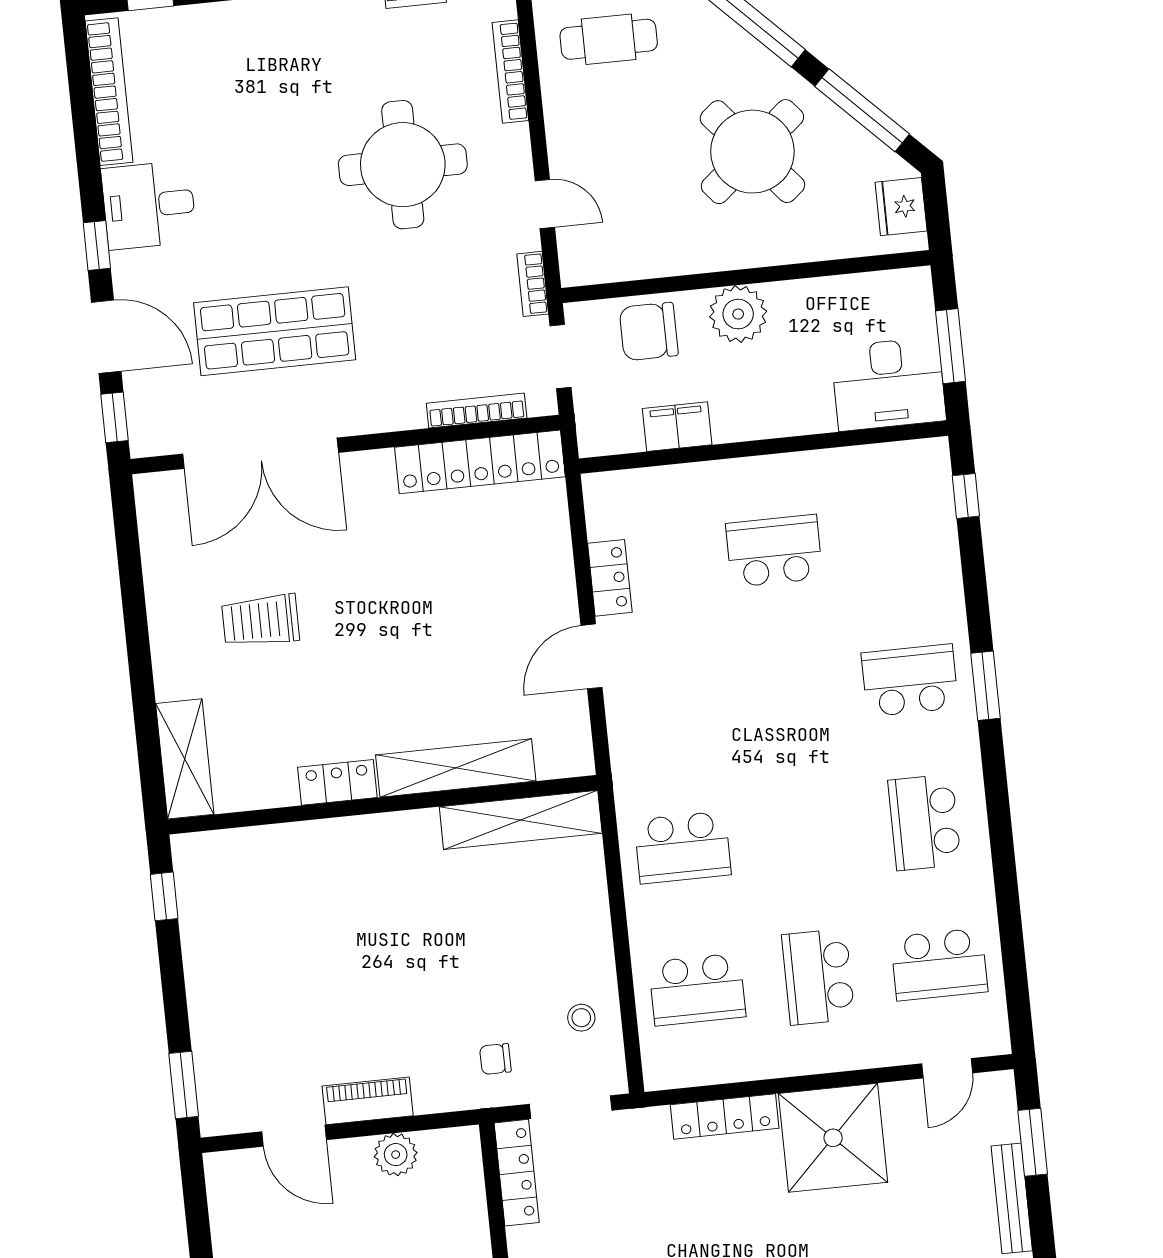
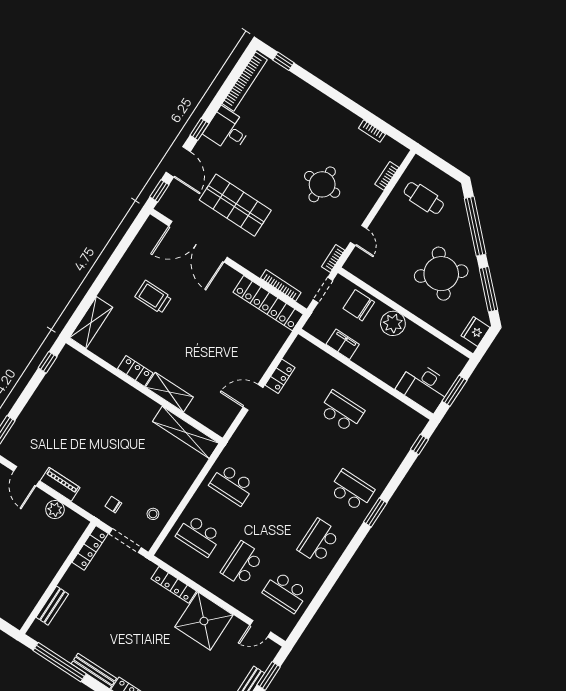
bookcase: (510, 72) -> (387, 176), width x0.64
round table: (403, 165) -> (322, 184), width x0.73, depth x0.73
shelving: (456, 768) -> (169, 392), width x0.68

